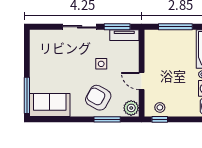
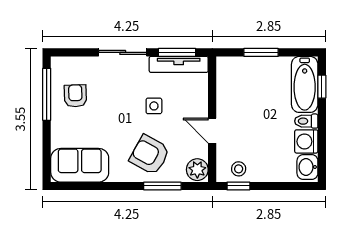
window: (175, 27) -> (261, 52), width x0.69
tv unit: (124, 35) -> (179, 64), width x1.41
armchair: (47, 57) -> (75, 96), added
window: (27, 95) -> (47, 94), moved

